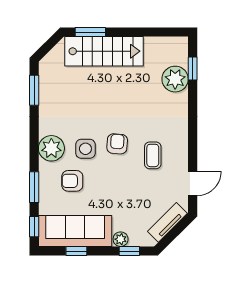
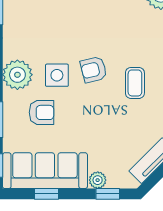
armchair: (117, 144) -> (94, 70), turned -108
armchair: (72, 181) -> (42, 112), turned 180

